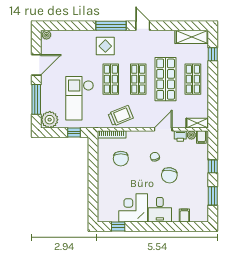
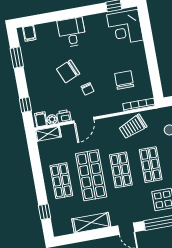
shelving: (192, 37) -> (91, 223), moved
window: (213, 166) -> (25, 105), moved
chair: (169, 175) -> (68, 71), turned -120
corner desk: (133, 208) -> (125, 27), moved, turned 90
filing cabinet: (184, 215) -> (29, 33), moved

